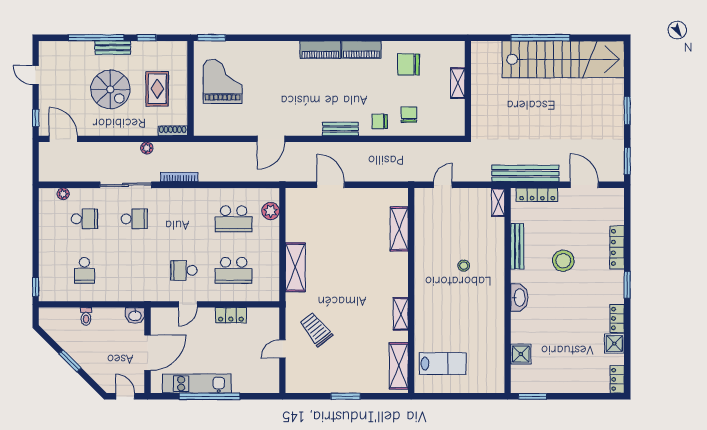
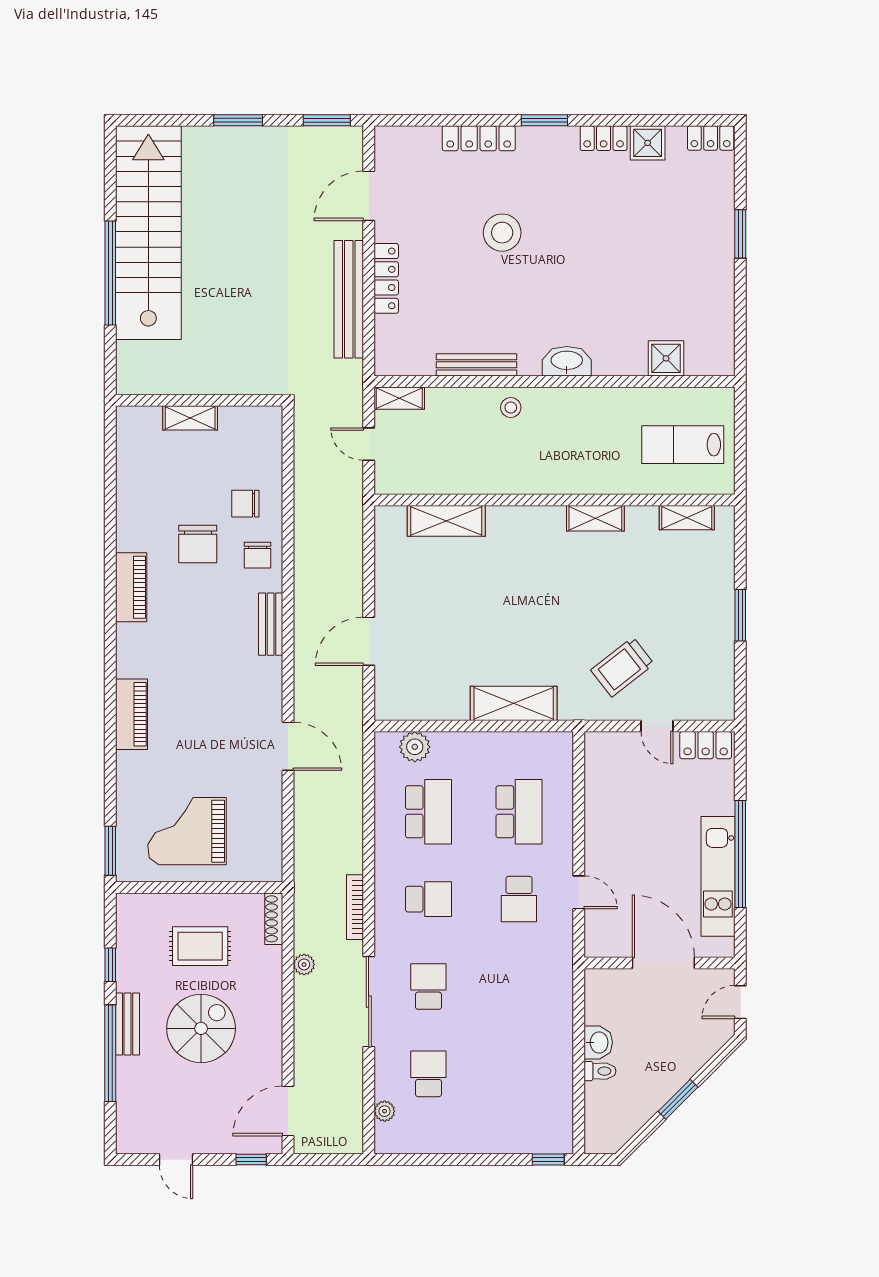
piano: (320, 50) -> (131, 714), moved
chair: (408, 64) -> (198, 544), moved
door: (36, 75) -> (176, 1160), hinge flipped
shelving: (498, 202) -> (399, 398), moved
bench: (517, 246) -> (476, 365), moved
school desk: (84, 270) -> (428, 899), moved
wall: (508, 291) -> (555, 381), moved
washbasin: (519, 298) -> (567, 361), moved
washbasin: (135, 315) -> (598, 1042), moved
locker: (231, 315) -> (706, 745), moved, turned 90
shower: (521, 354) -> (666, 358), moved
lab bench: (443, 364) -> (683, 445), turned -90
shelving: (399, 366) -> (687, 518), width x0.67, depth x0.75
window: (533, 396) -> (740, 234), moved

